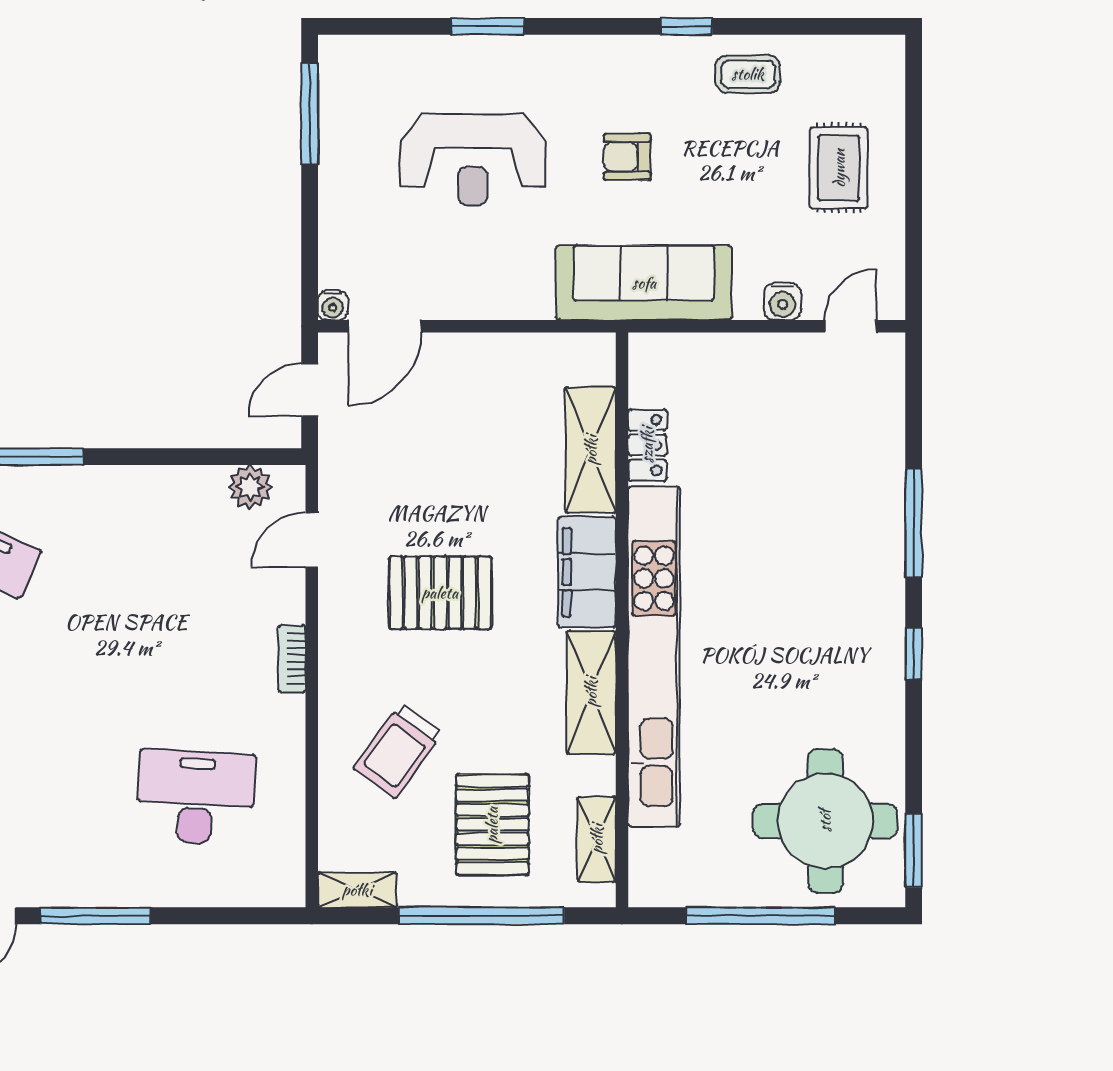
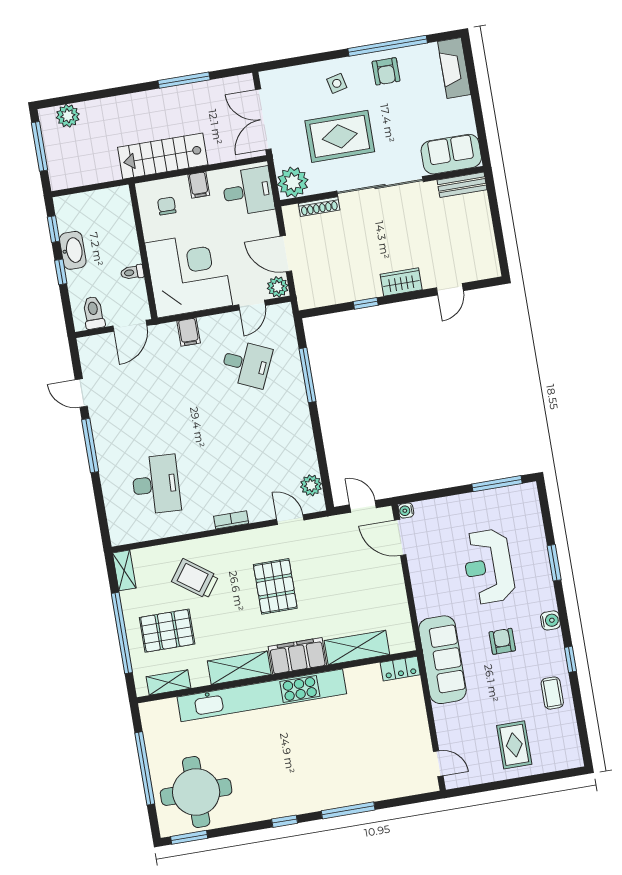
rug: (839, 168) -> (514, 745), turned 90
water cooler: (783, 301) -> (550, 620), moved, turned 180
locker: (647, 445) -> (400, 669), moved

